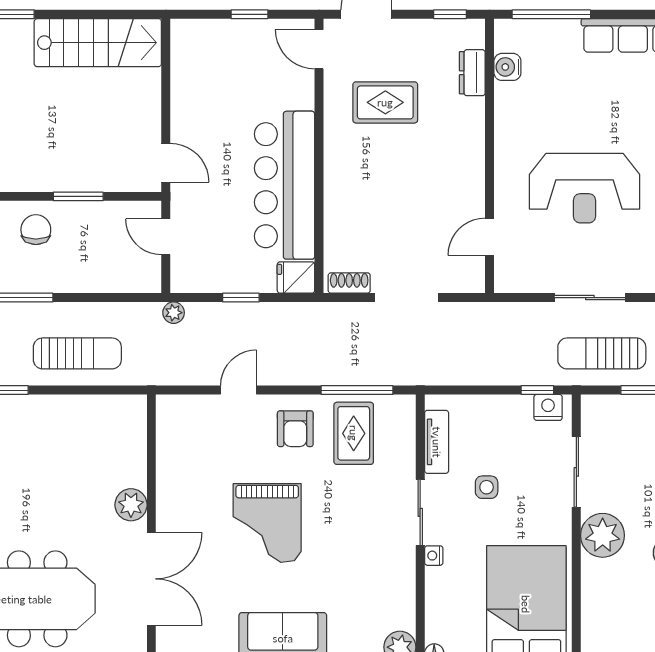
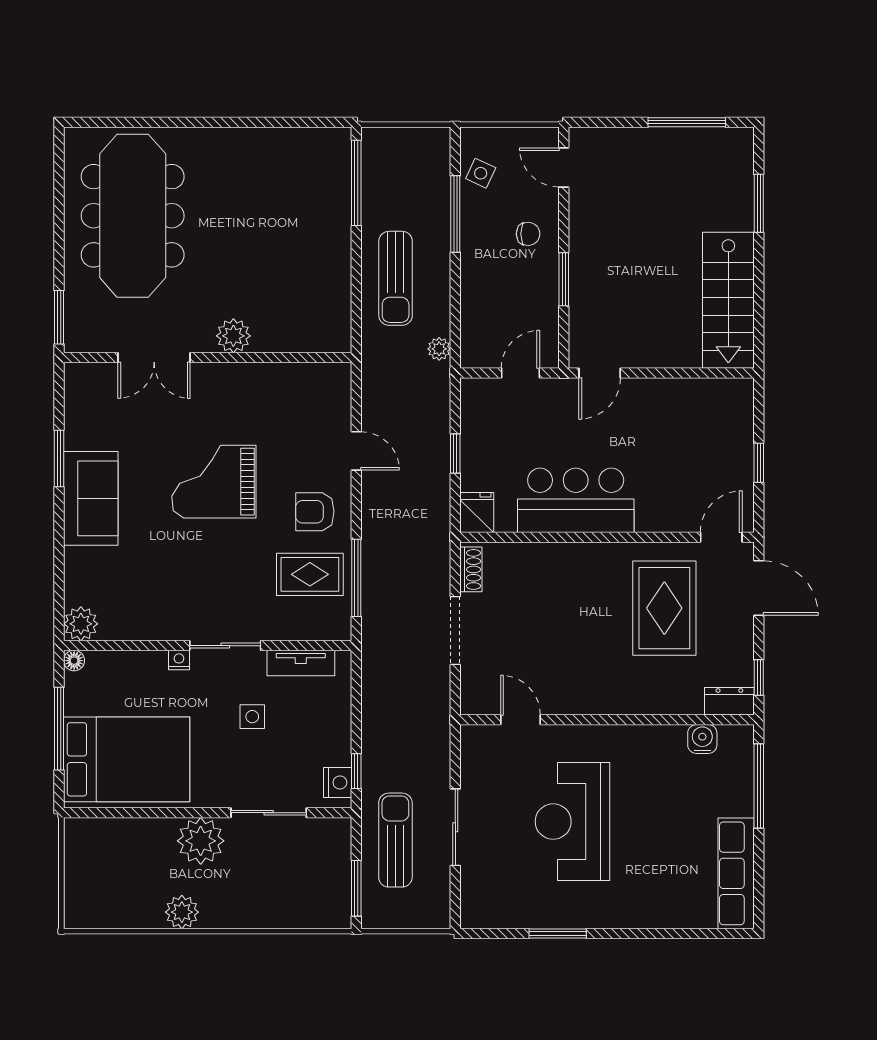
dresser: (472, 73) -> (729, 701), moved
rug: (385, 102) -> (664, 608), width x1.36, depth x1.43
bar counter: (285, 185) -> (576, 500), width x0.73
chair: (36, 230) -> (528, 234), width x0.73, depth x0.73
plant: (174, 313) -> (439, 349), moved
double door: (151, 579) -> (154, 358), width x0.73

